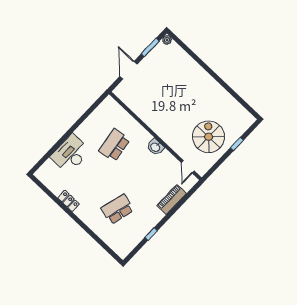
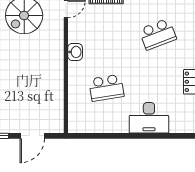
school desk: (117, 209) -> (158, 34), turned -36

